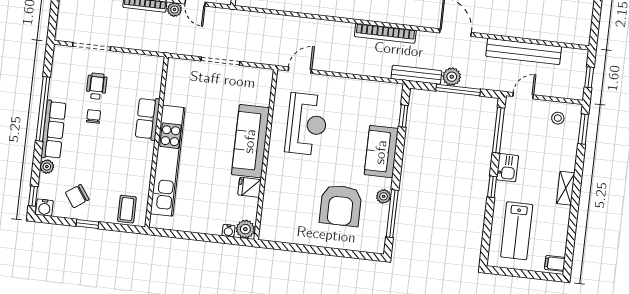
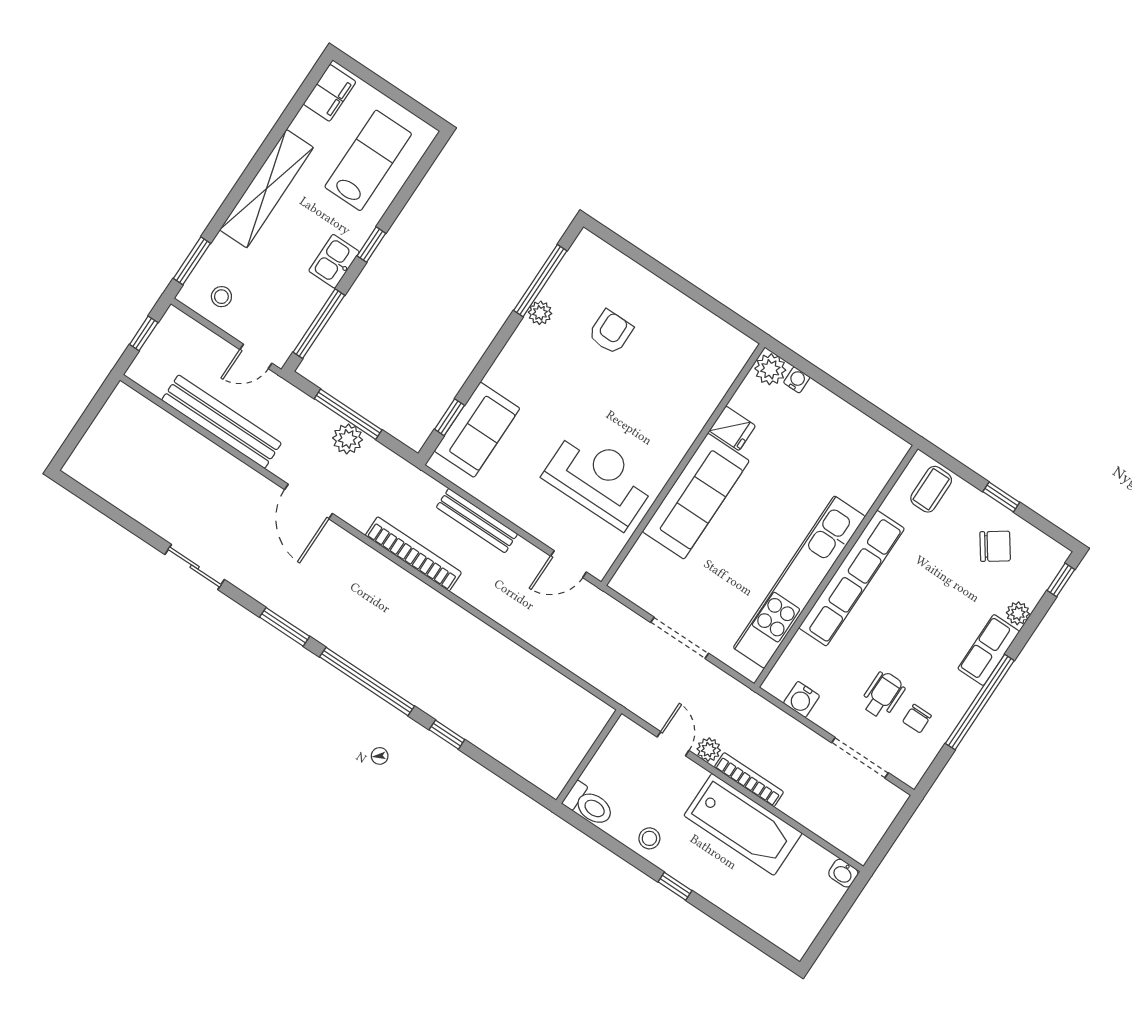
bench: (416, 75) -> (477, 521), moved
wheelchair: (97, 86) -> (883, 695), turned 180
chair: (94, 116) -> (917, 719), moved
row of seats: (147, 119) -> (852, 578), width x2.02
reception desk: (307, 124) -> (599, 479), turned 90
row of seats: (53, 130) -> (989, 650), width x0.68
sofa: (381, 152) -> (477, 430), moved
kitchen unit: (168, 161) -> (799, 582), moved
shelving: (566, 188) -> (267, 189), width x2.20, depth x1.33
armchair: (341, 205) -> (611, 332), width x0.53, depth x0.53
water cooler: (44, 208) -> (802, 699), moved, turned 180
filing cabinet: (555, 263) -> (330, 93), width x2.00

